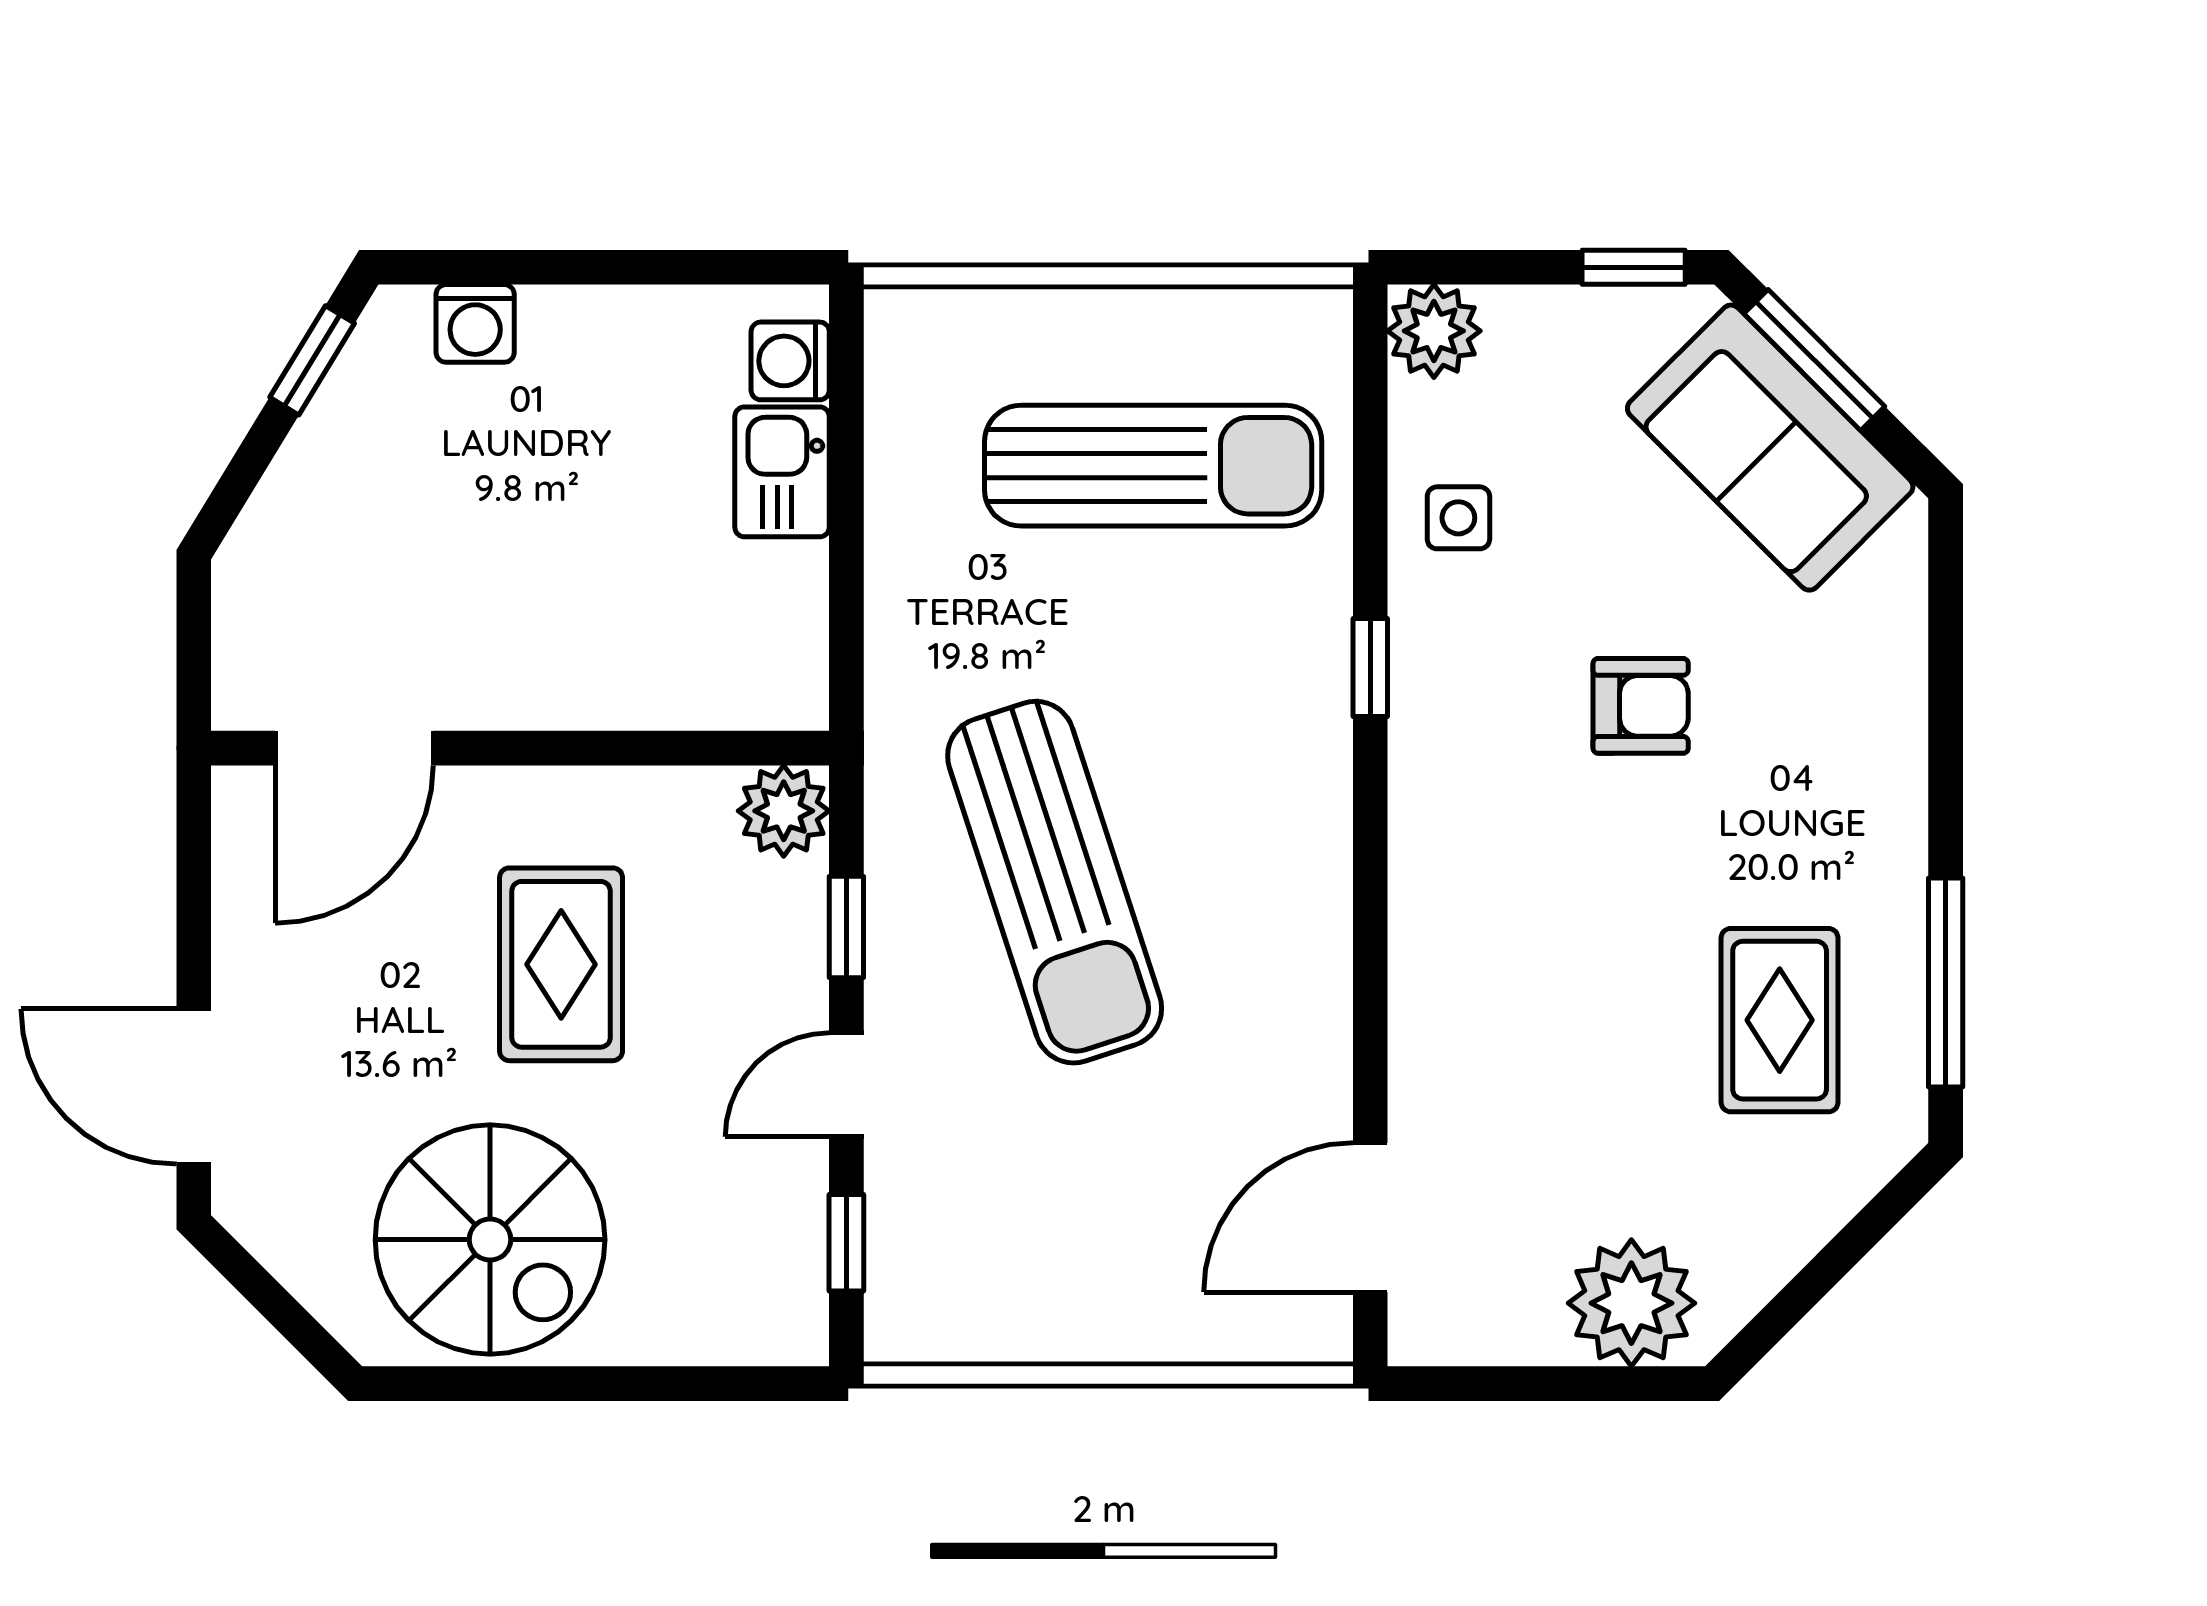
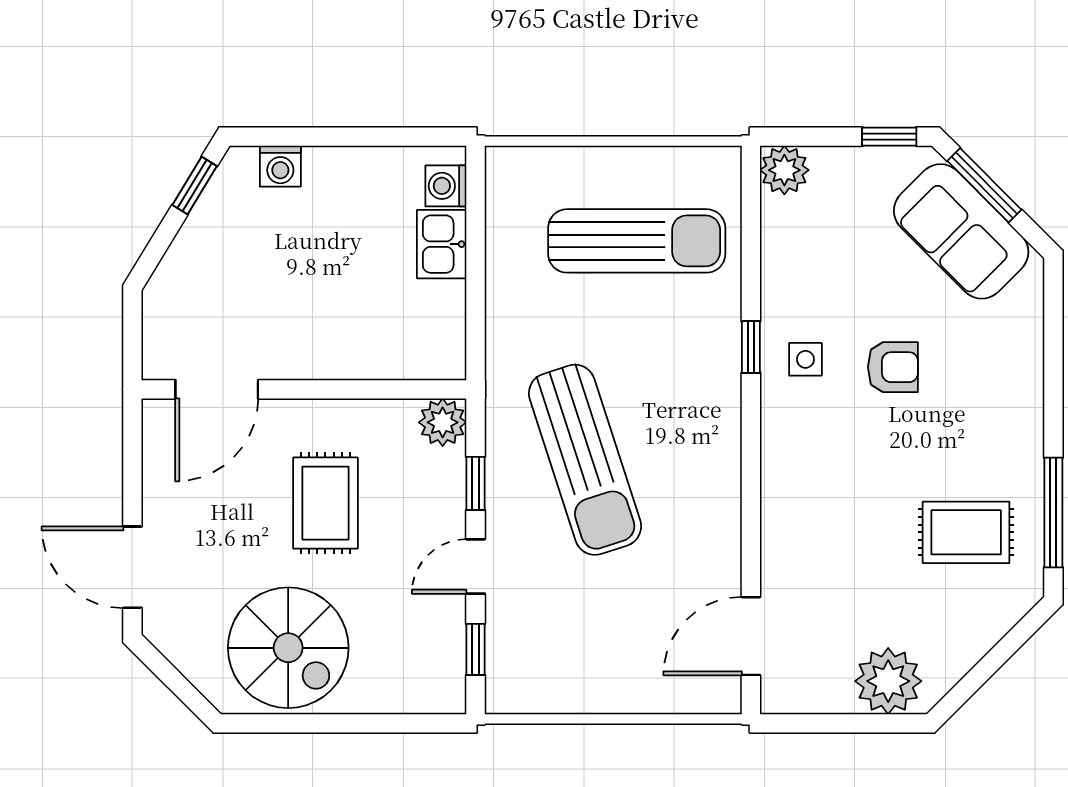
side table: (1458, 518) -> (805, 359), moved
rug: (1780, 1020) -> (966, 532), turned 90

